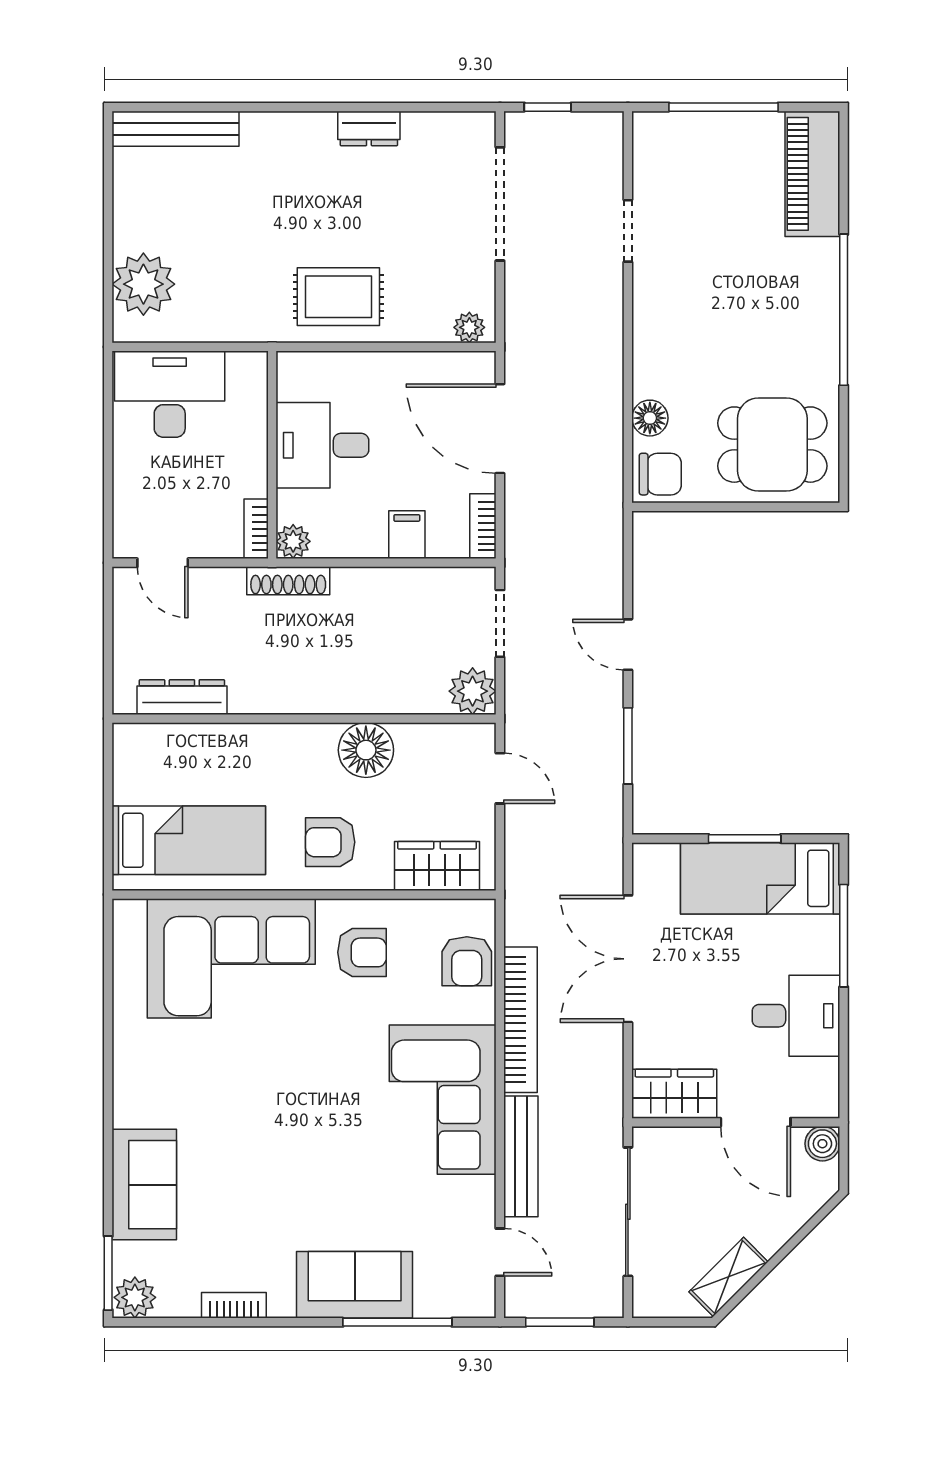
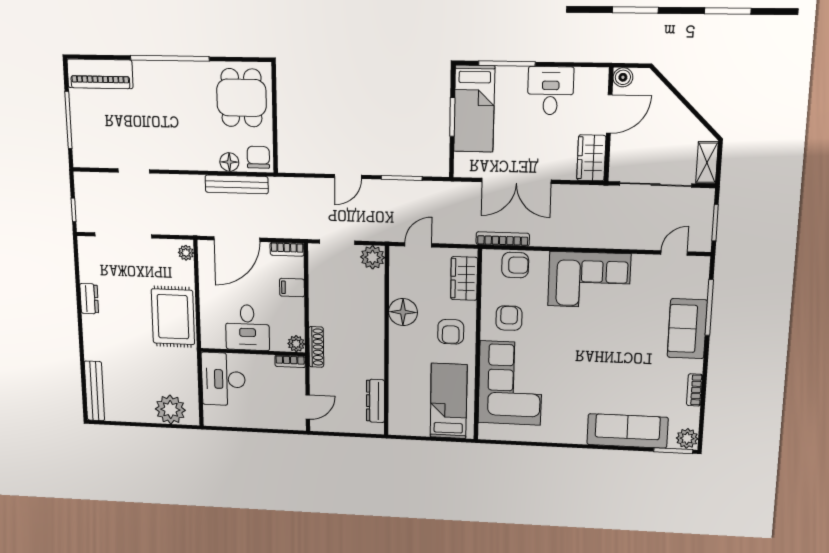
rug: (338, 297) -> (173, 317), width x1.36, depth x1.43
desk: (170, 394) -> (223, 379), moved
bookcase: (521, 1020) -> (503, 239), moved, width x0.68, depth x0.76
bench: (521, 1156) -> (237, 184), moved
sofa: (144, 1185) -> (627, 431), width x1.36
shelving: (728, 1277) -> (707, 163), moved, turned 45

